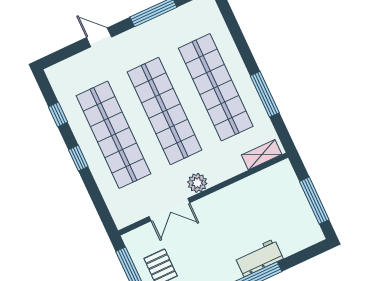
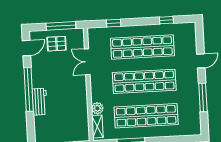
window: (78, 158) -> (114, 23), moved
plant: (197, 183) -> (97, 108), moved

